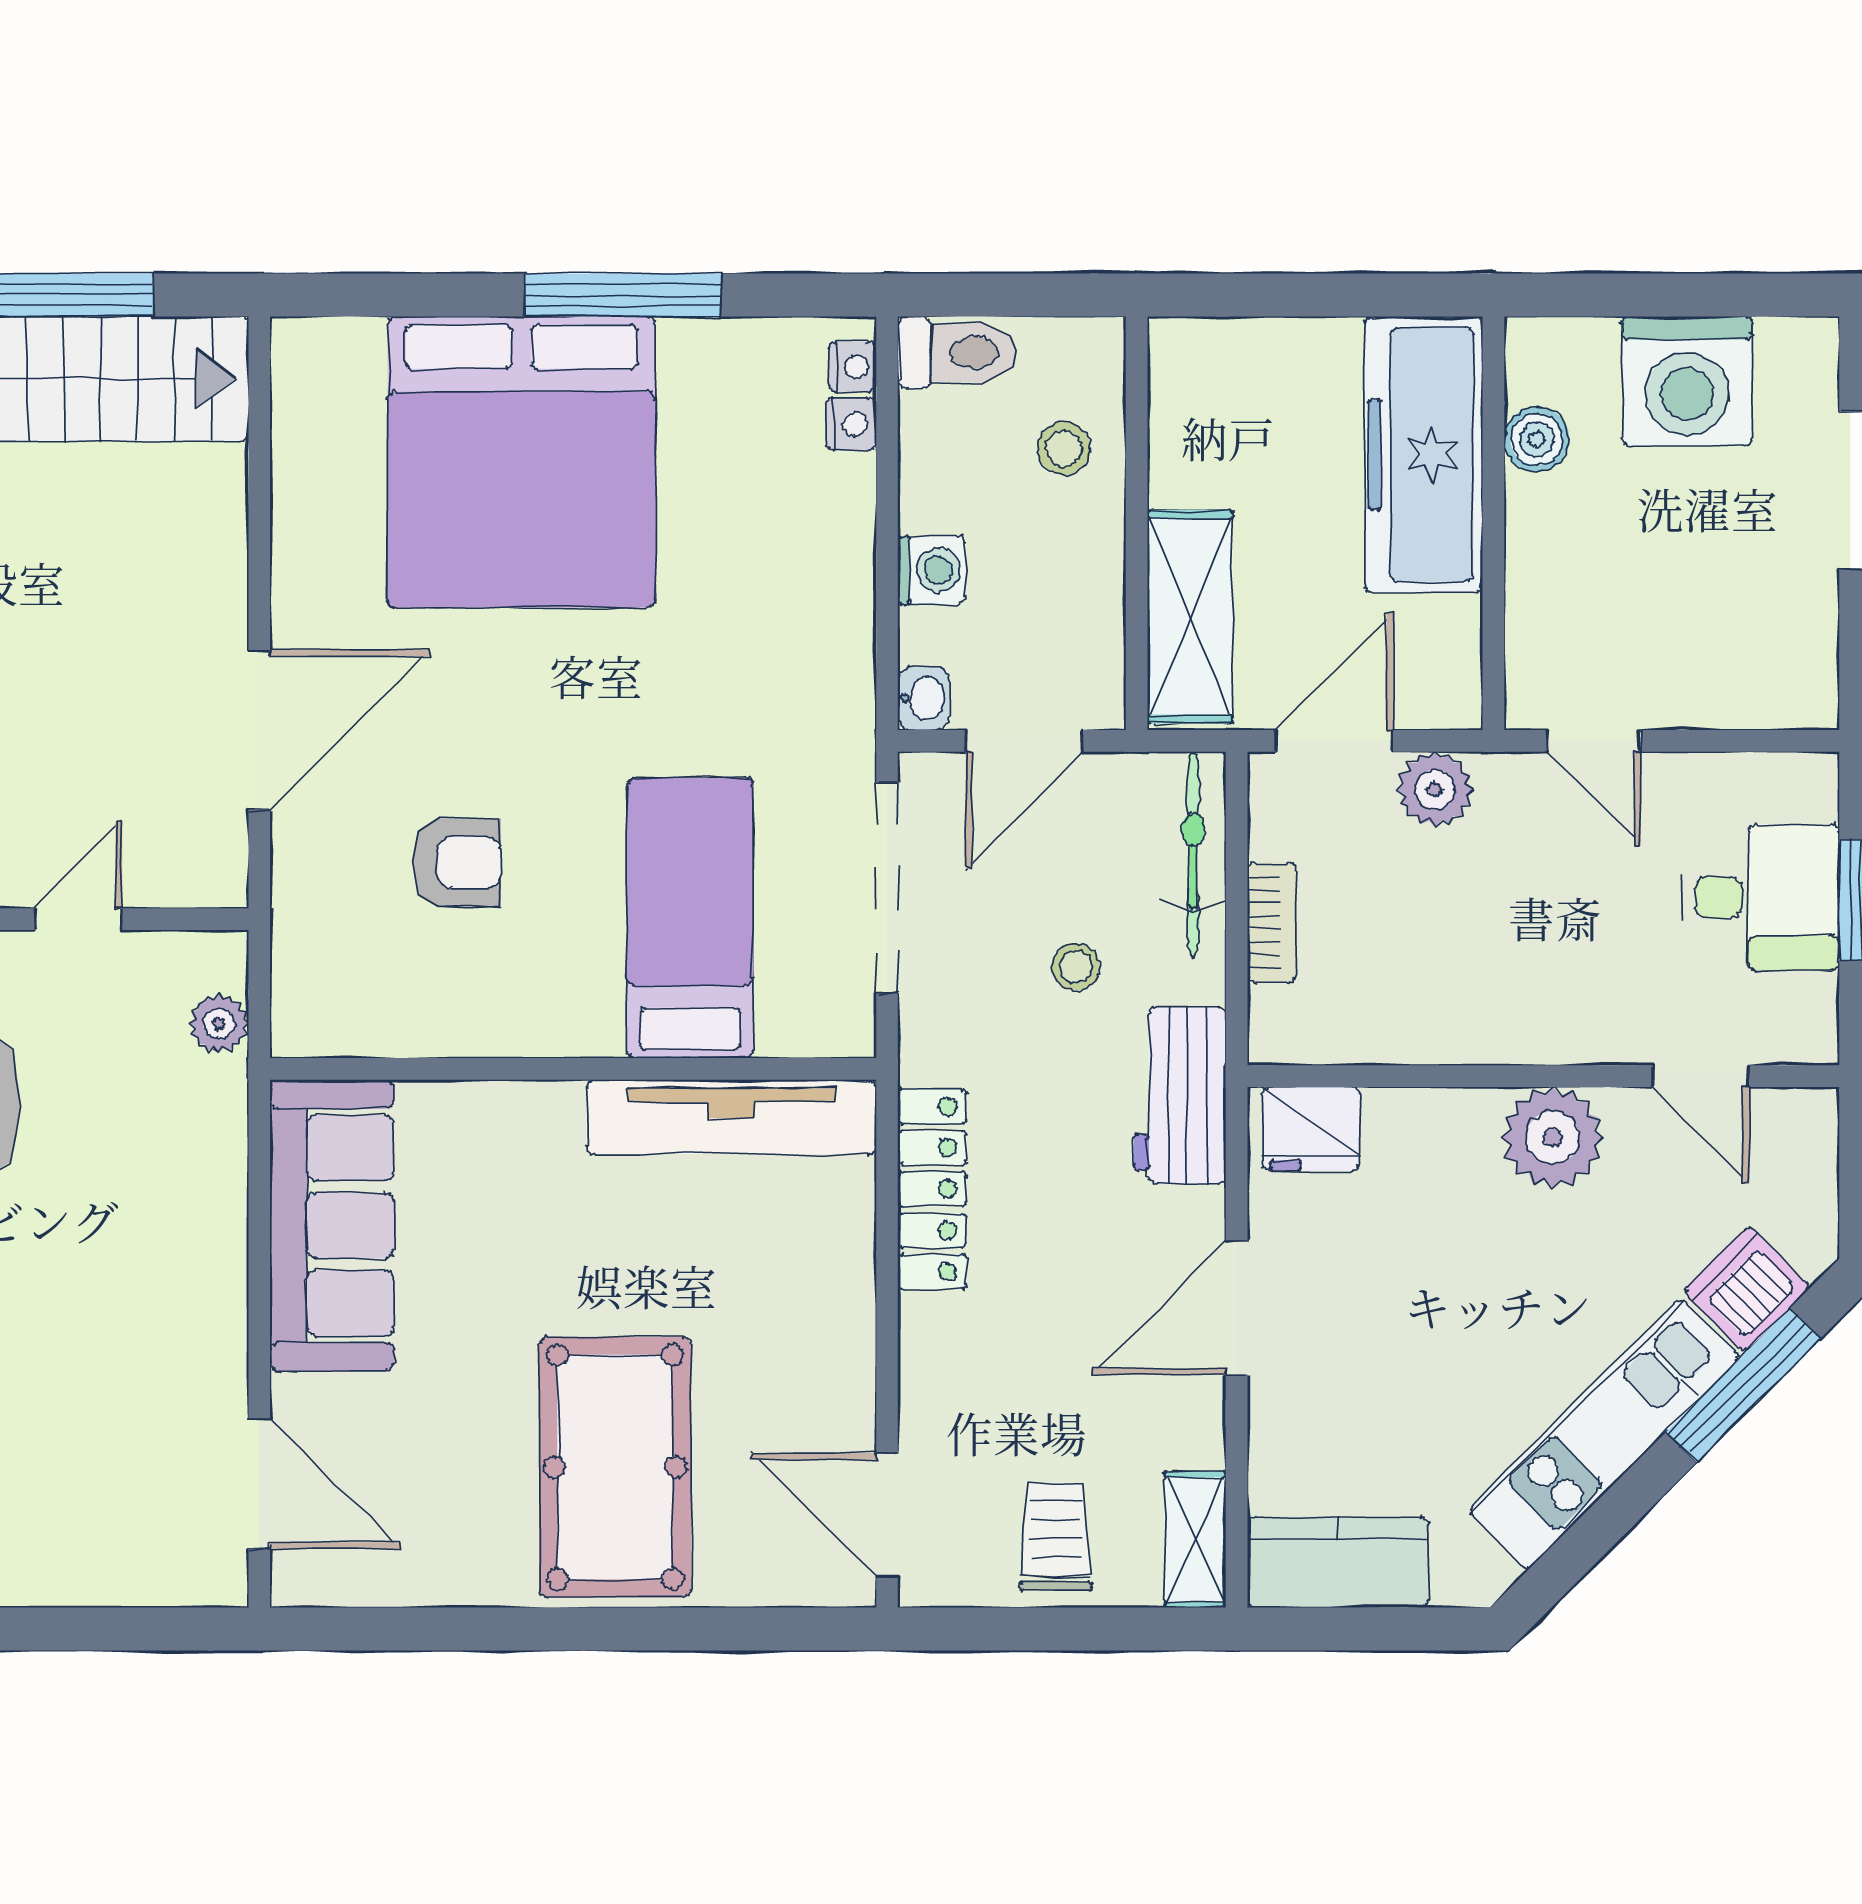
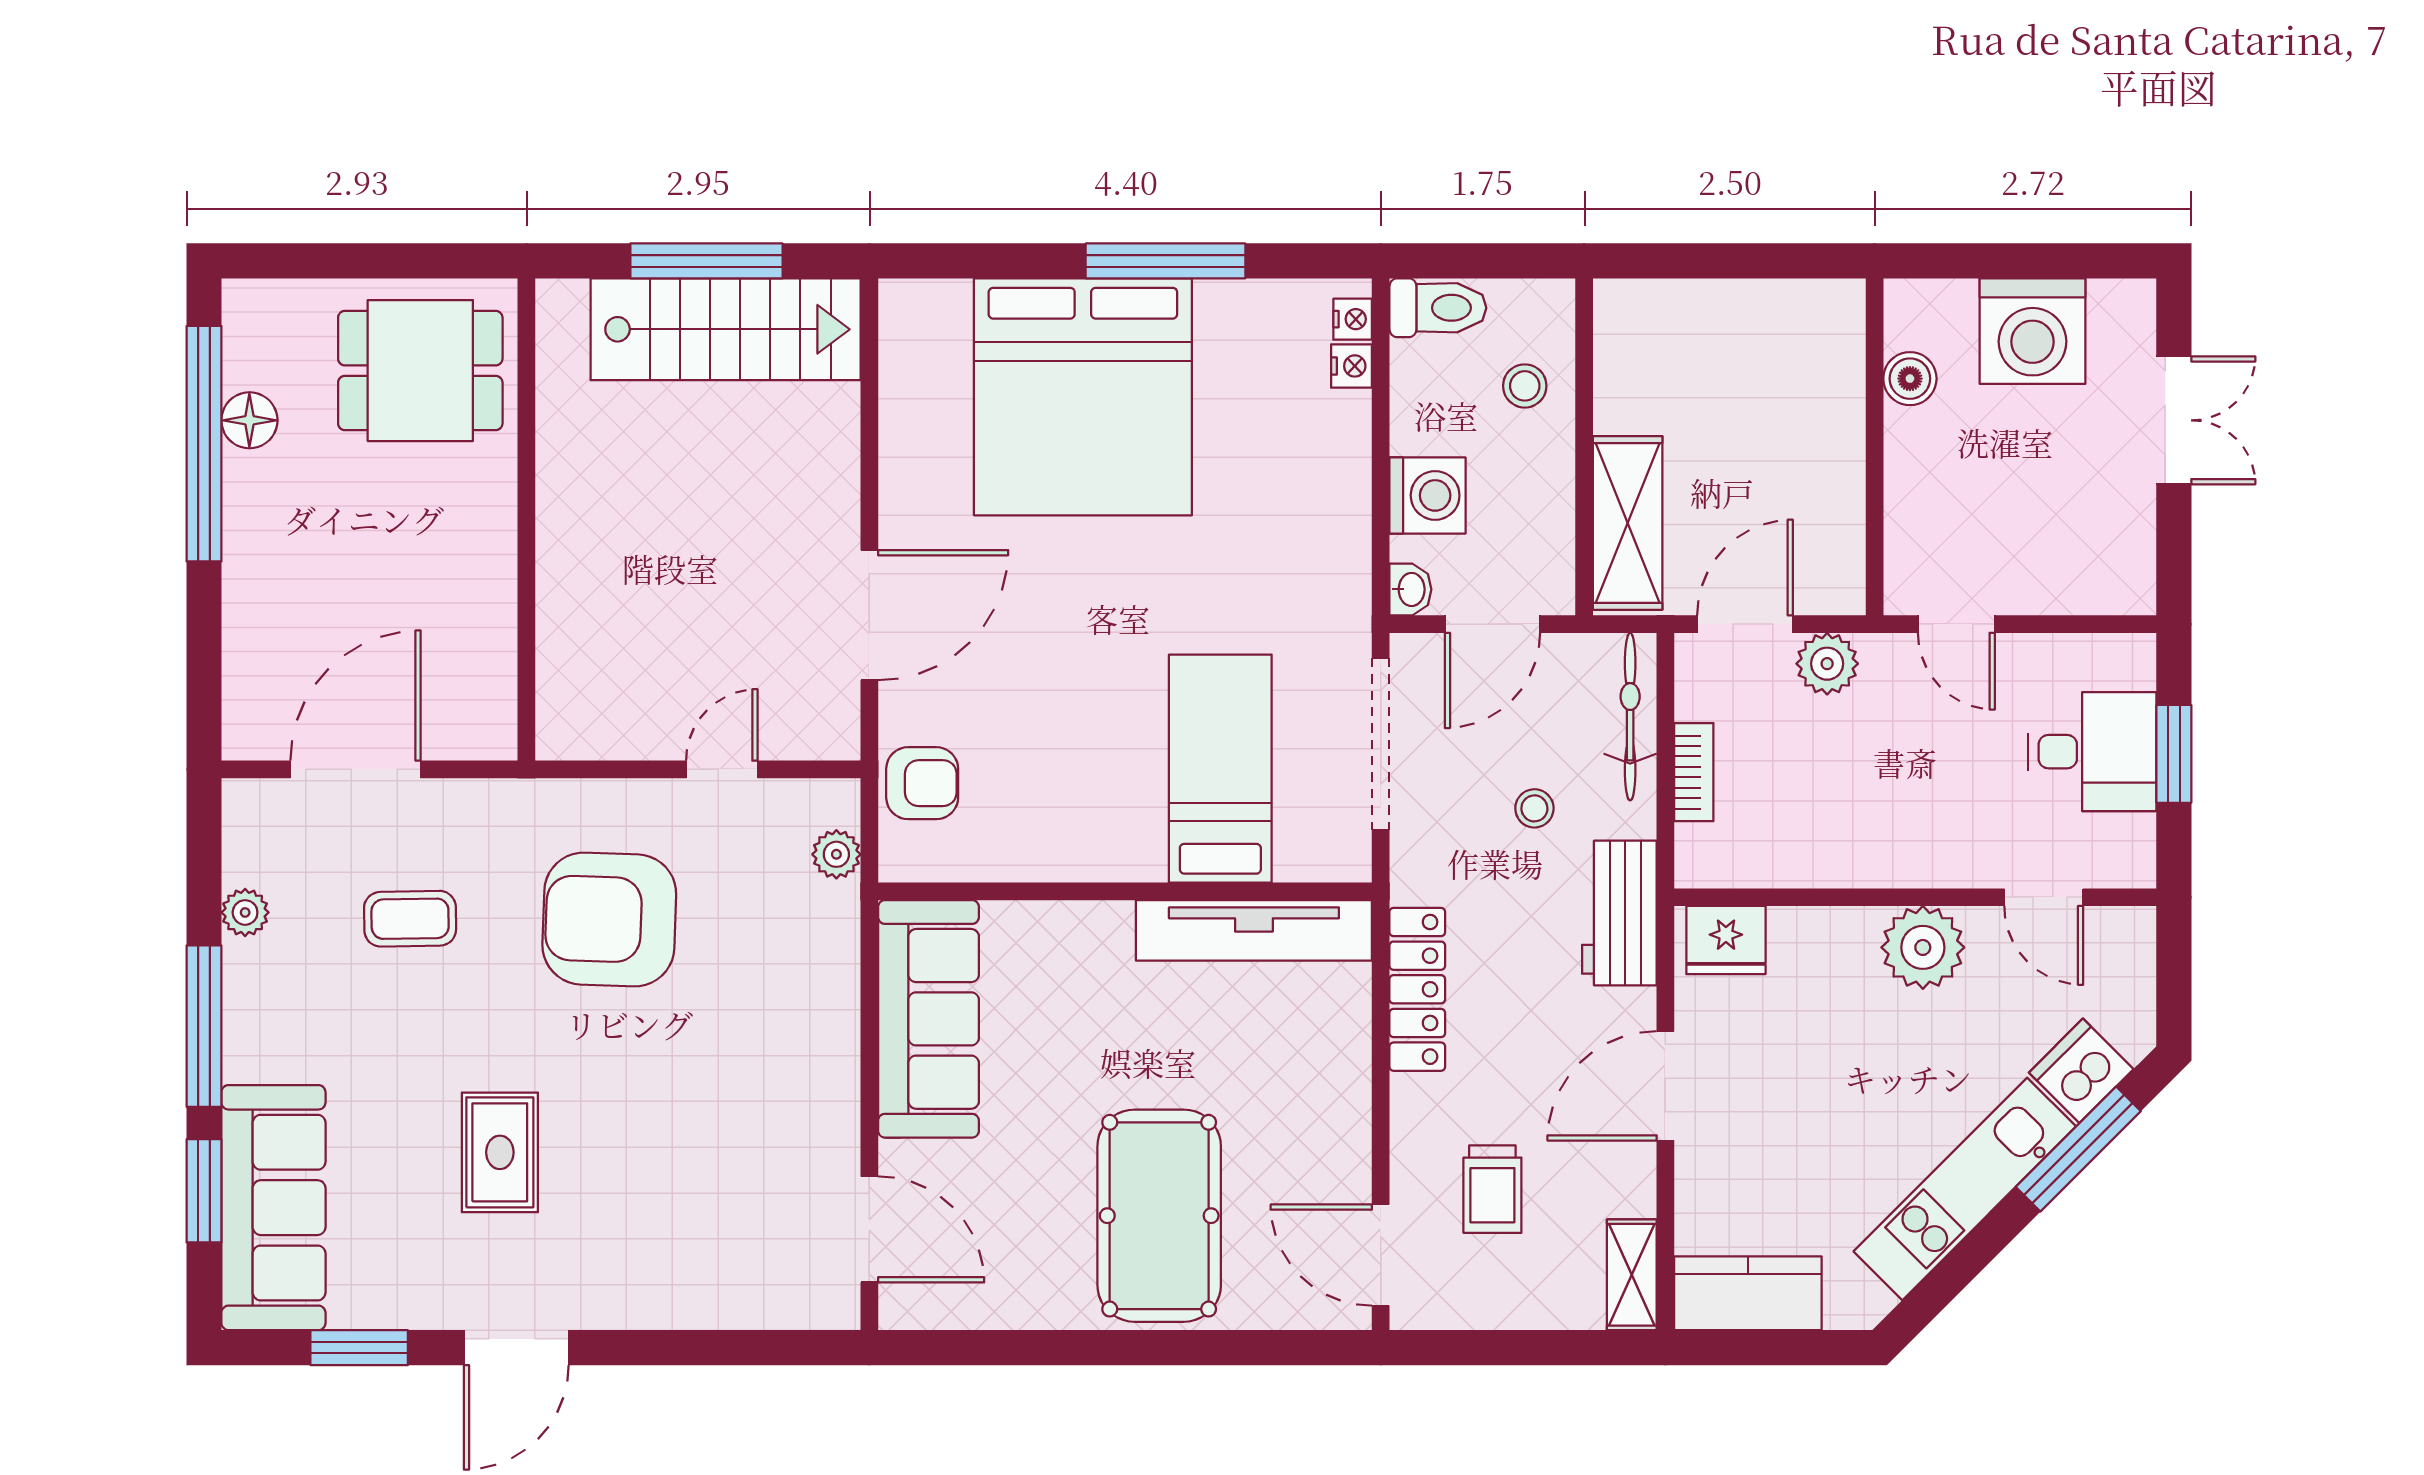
freezer: (1423, 455) -> (1818, 391), removed
washing machine: (932, 570) -> (1427, 495), width x1.38, depth x1.38
armchair: (457, 862) -> (922, 783), moved
trolley: (1056, 1537) -> (1492, 1189), moved, turned 180

